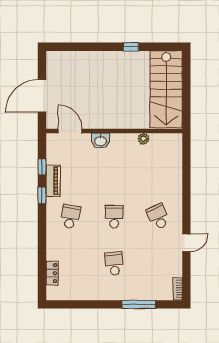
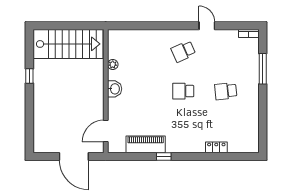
washbasin: (101, 141) -> (115, 89), moved
window: (42, 167) -> (138, 156), removed
piano: (53, 181) -> (146, 144), width x1.37, depth x1.33
school desk: (70, 217) -> (183, 131), removed
locker: (52, 273) -> (216, 147), moved

